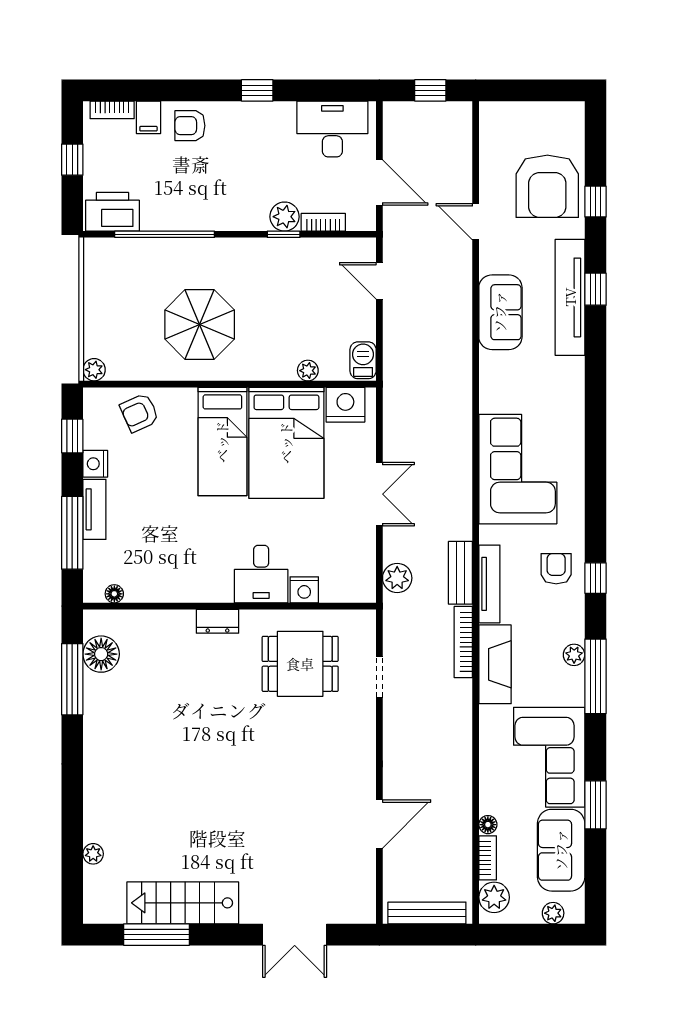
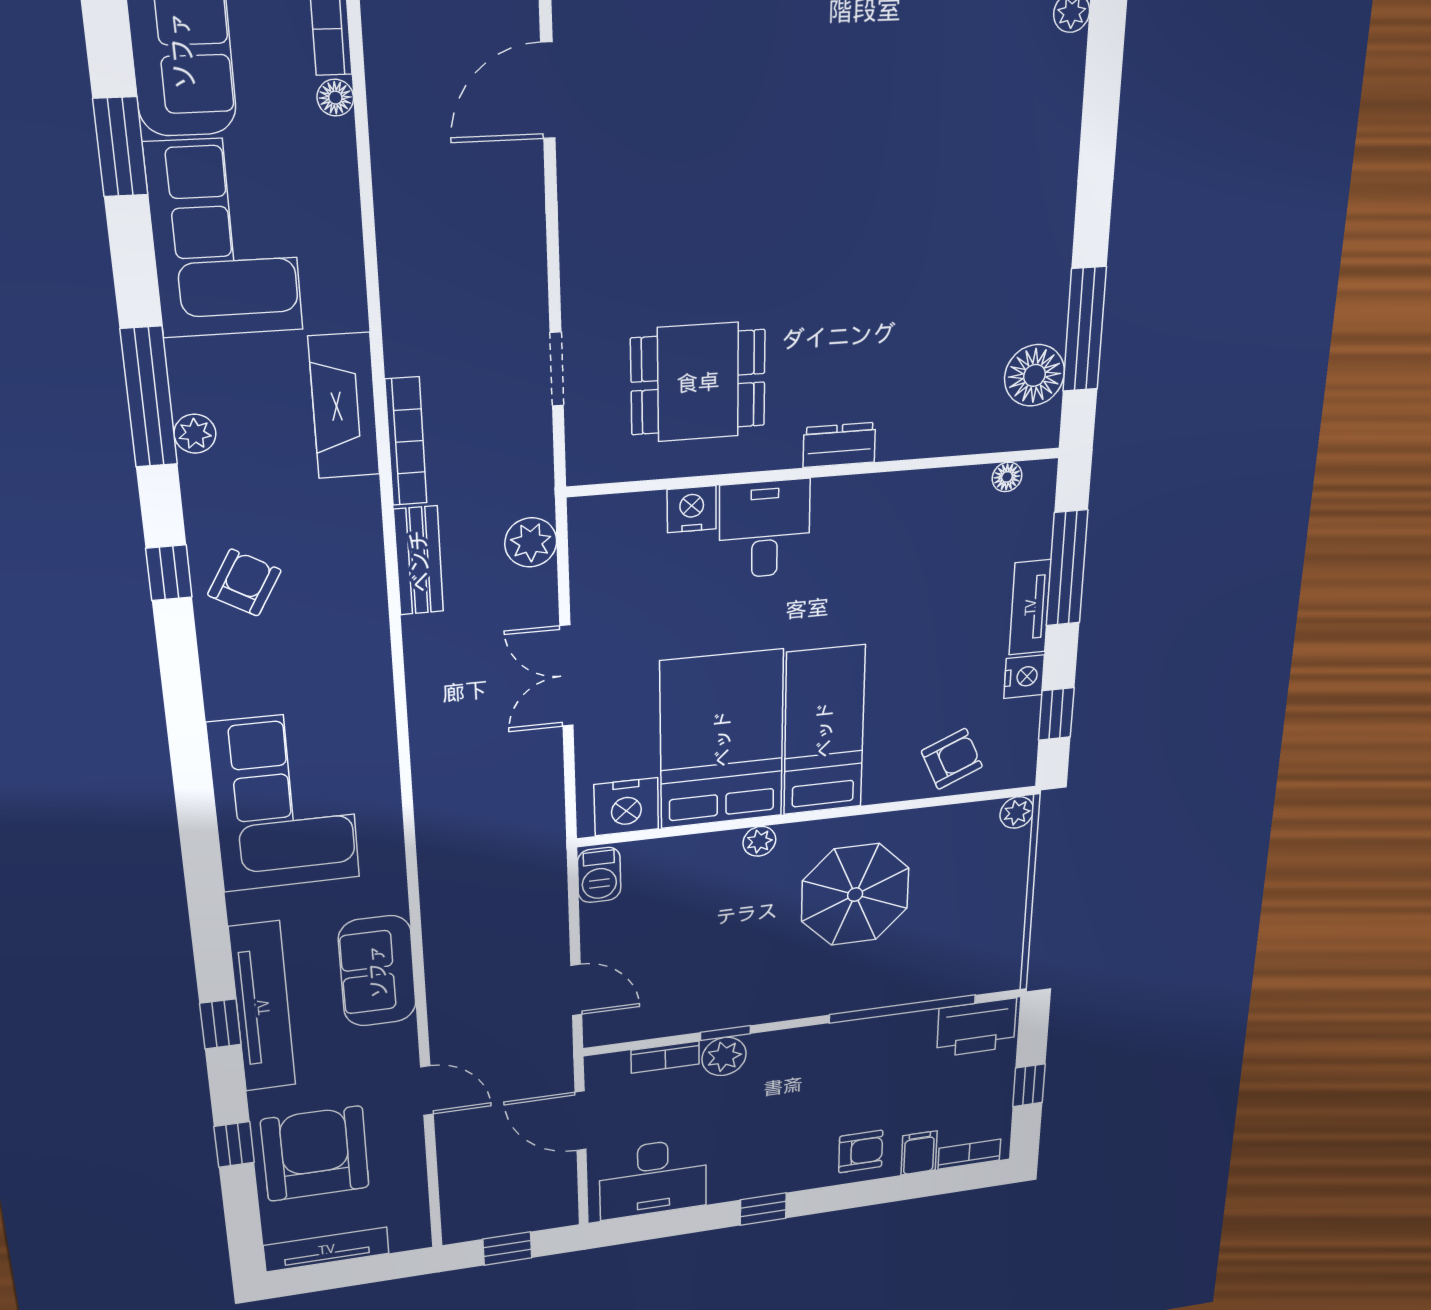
plant: (308, 371) -> (759, 841), moved
corner sofa: (518, 469) -> (284, 801), moved, turned 180
armchair: (556, 569) -> (244, 583), turned -150
tv unit: (489, 584) -> (327, 1249), moved, turned 90

